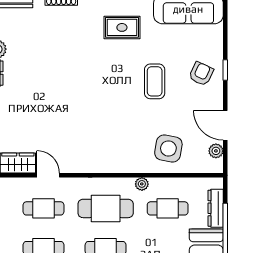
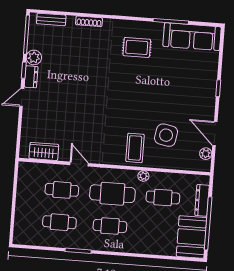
armchair: (201, 74) -> (198, 90), removed
coffee table: (155, 81) -> (135, 148), moved
side table: (168, 148) -> (166, 135), moved
door: (48, 175) -> (79, 164), moved

